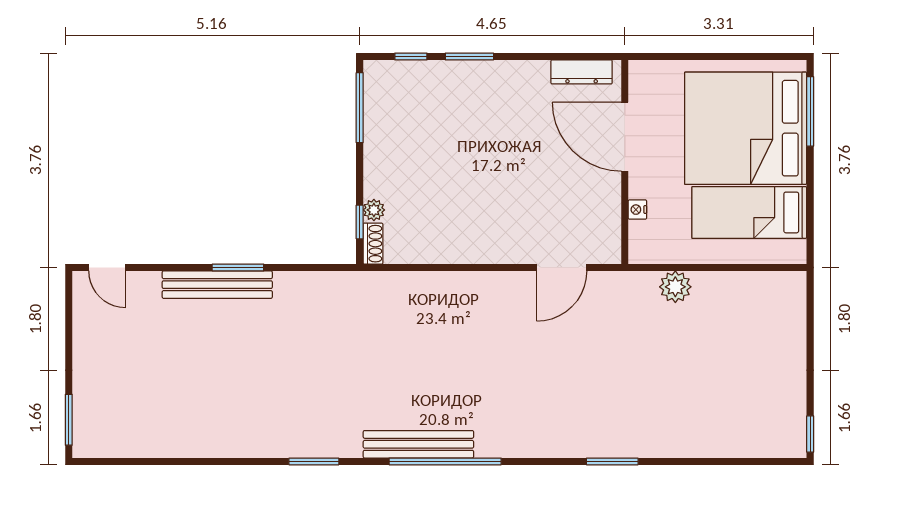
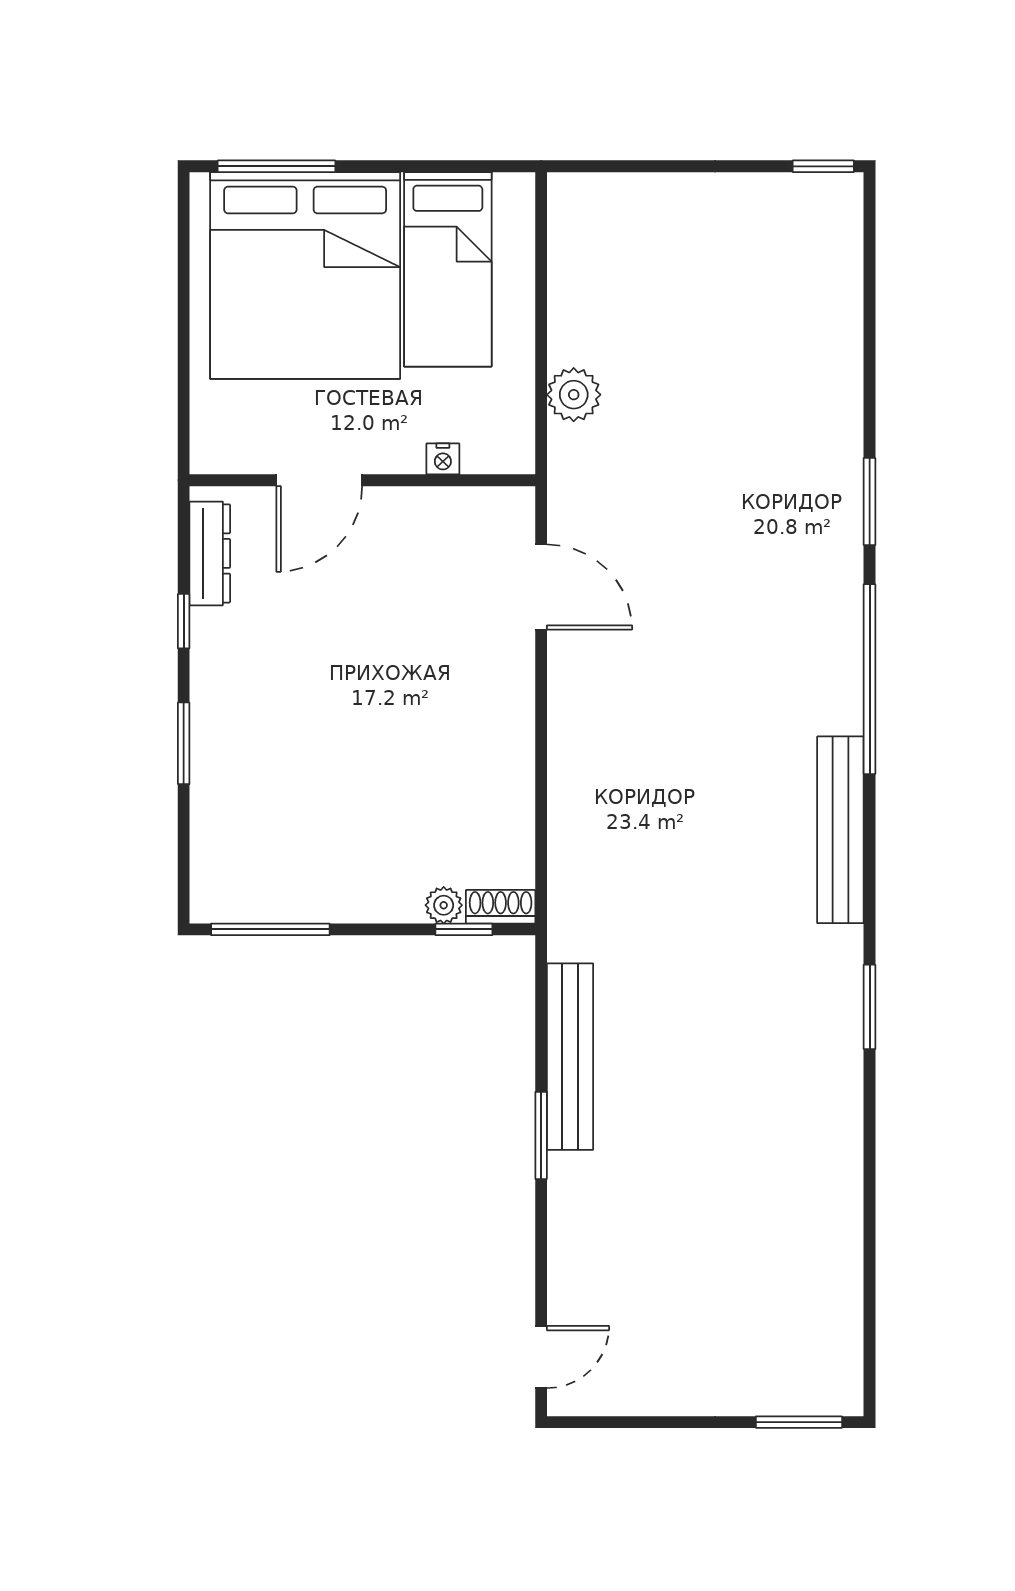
window: (411, 57) -> (184, 621), moved
door: (625, 137) -> (319, 480), width x0.73
bench: (217, 285) -> (570, 1057), moved
window: (445, 461) -> (870, 679), moved

